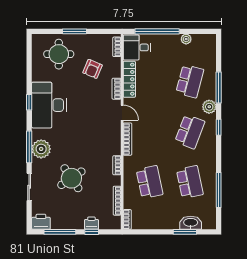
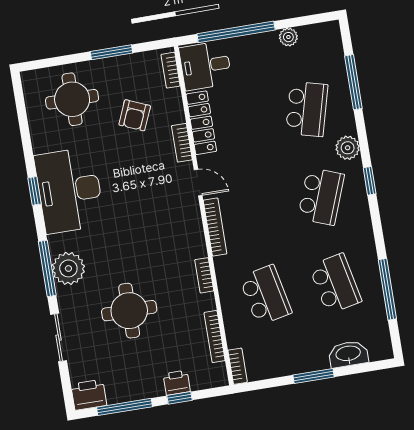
window: (74, 31) -> (111, 52), moved
window: (219, 88) -> (353, 82), moved
round table: (71, 178) -> (129, 311), turned 34
window: (185, 232) -> (314, 376), moved

